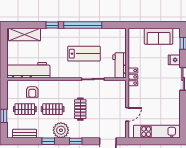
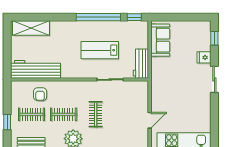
window: (52, 25) -> (134, 17), moved
sofa: (159, 36) -> (160, 40), moved, turned -90
lab bench: (84, 54) -> (100, 50), turned 180
locker: (133, 77) -> (156, 77), removed

